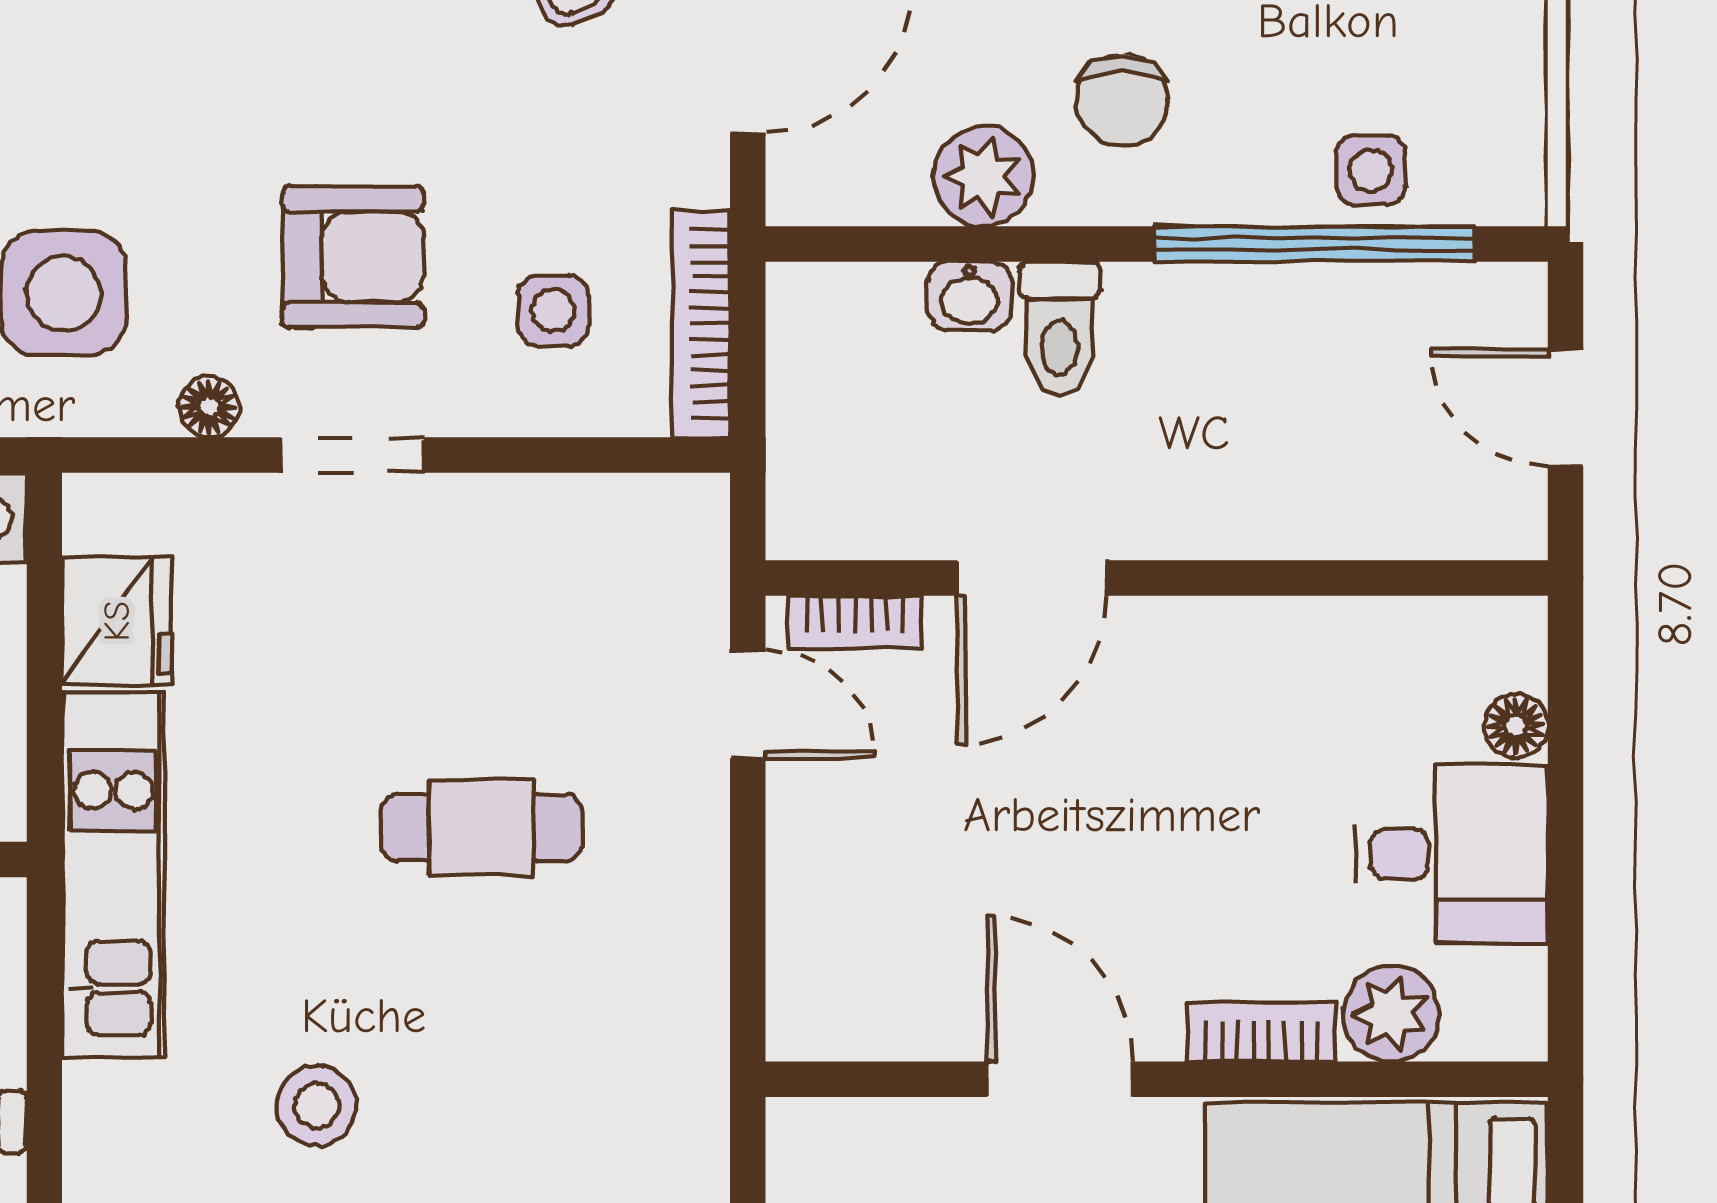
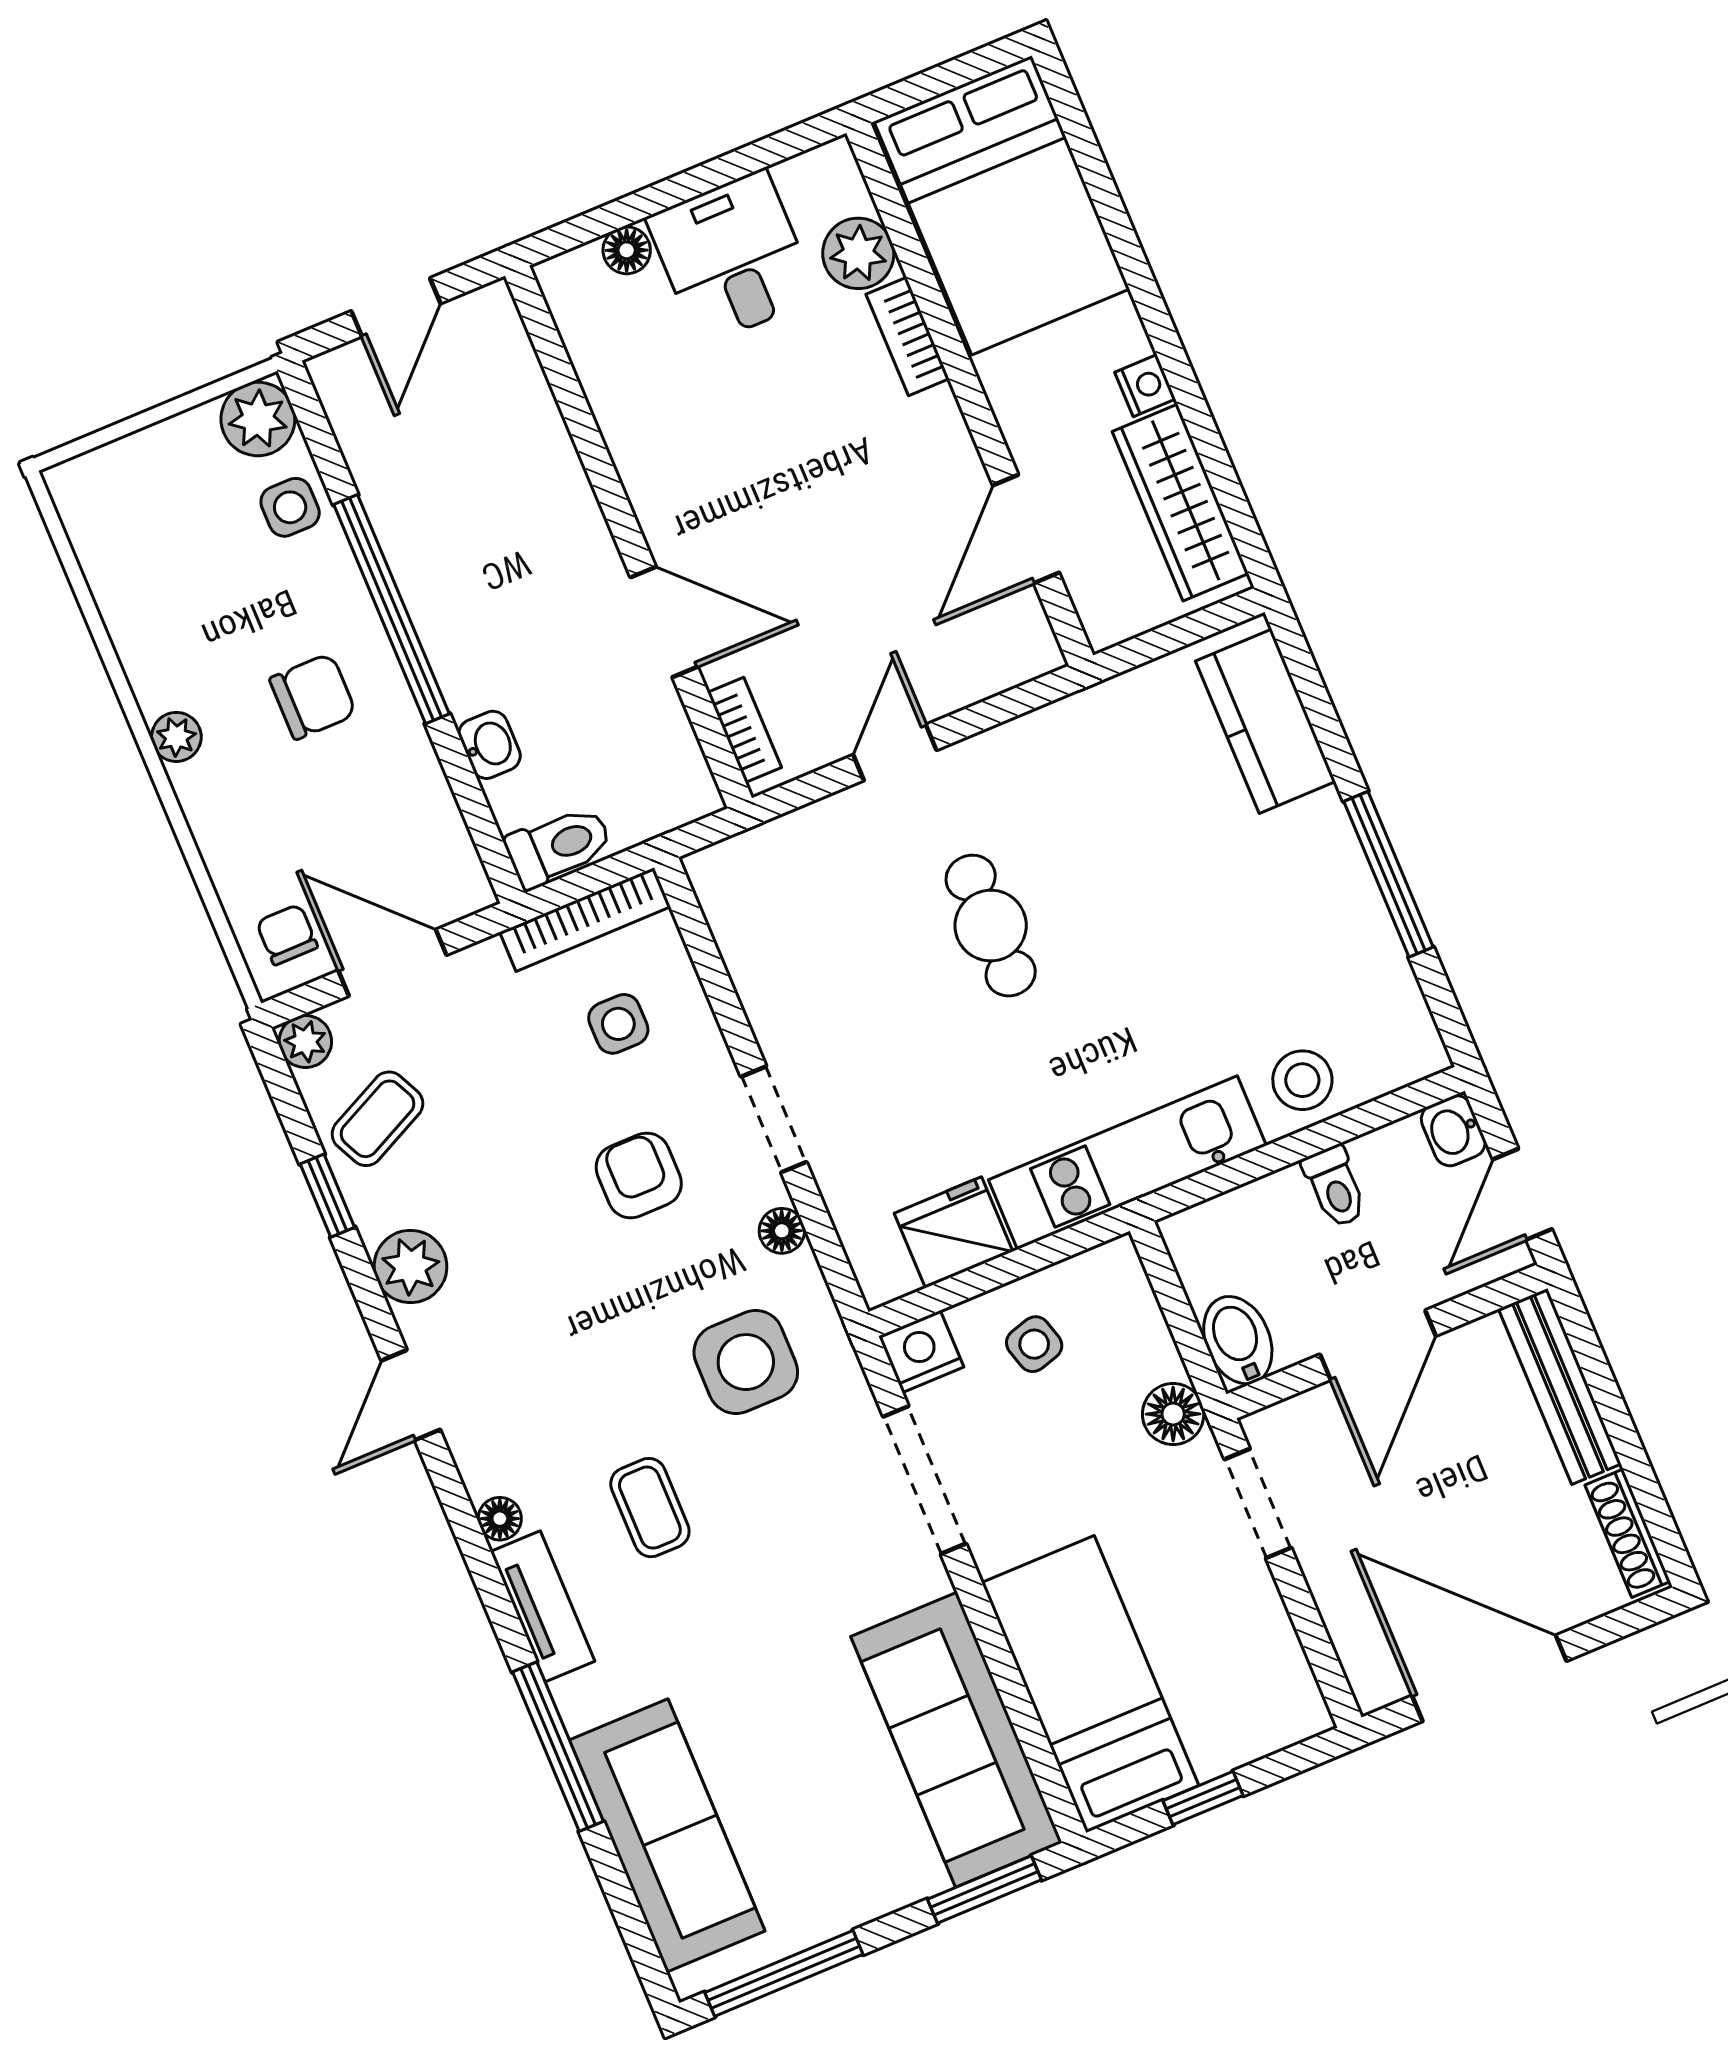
plant: (983, 176) -> (258, 419), moved
window: (1314, 244) -> (392, 609), moved
armchair: (353, 257) -> (639, 1175), width x0.72, depth x0.72
toilet: (1060, 329) -> (559, 846), moved
door: (748, 704) -> (895, 753), moved
door: (1060, 1079) -> (1026, 529), moved
stool: (317, 1106) -> (1302, 1080), moved

